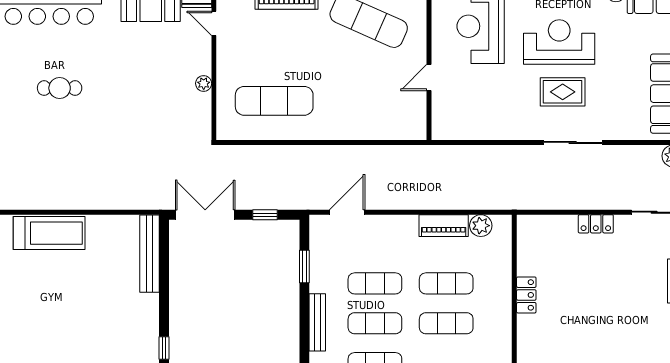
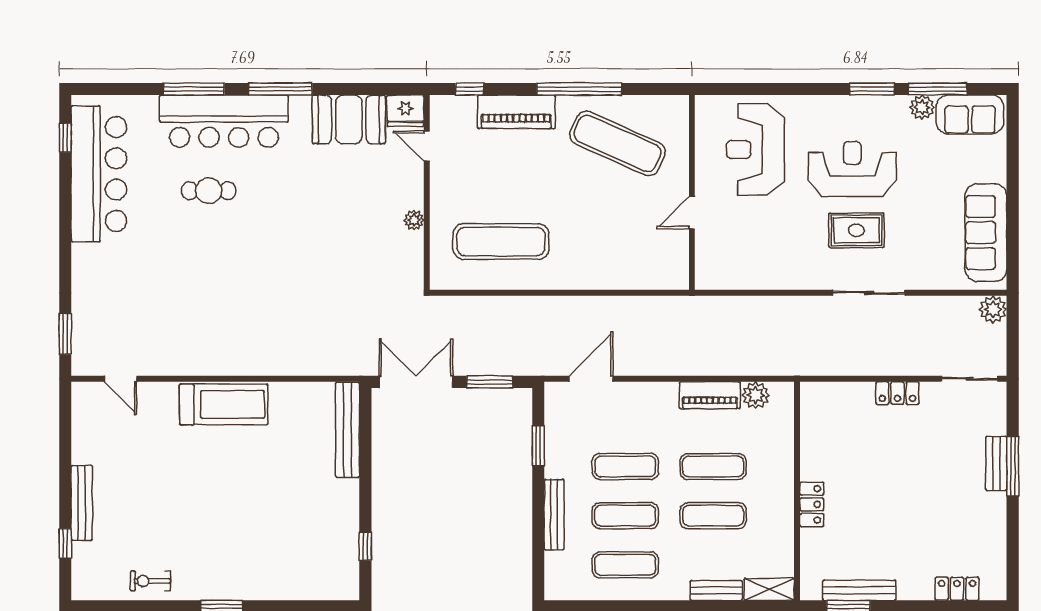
cafe table: (60, 88) -> (209, 191), moved
window: (265, 215) -> (490, 382), width x1.50
locker: (526, 295) -> (812, 504), moved

